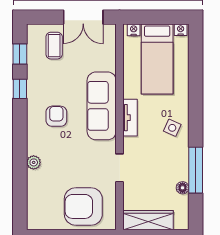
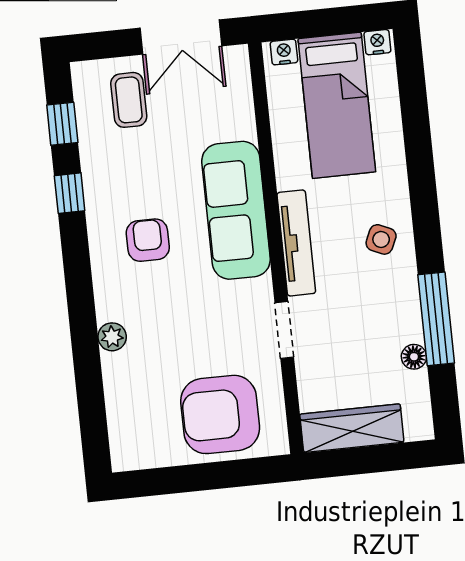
tv unit: (130, 118) -> (296, 243), width x1.41

